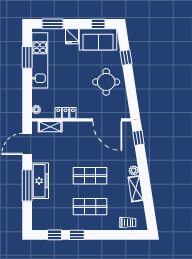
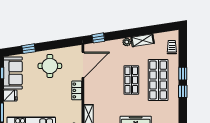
locker: (66, 113) -> (77, 90), moved
shop shelf: (90, 207) -> (158, 80), width x1.43, depth x1.36
window: (55, 235) -> (183, 74), moved

